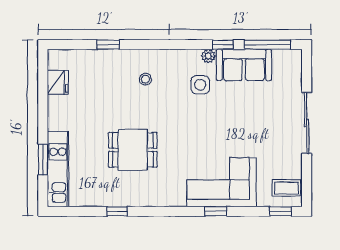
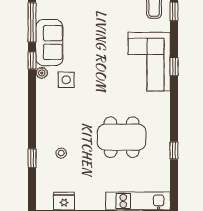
stool: (145, 79) -> (61, 153), moved
dining table: (133, 150) -> (122, 137), width x1.38

